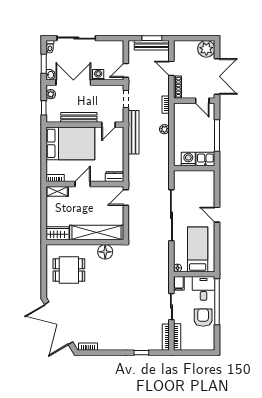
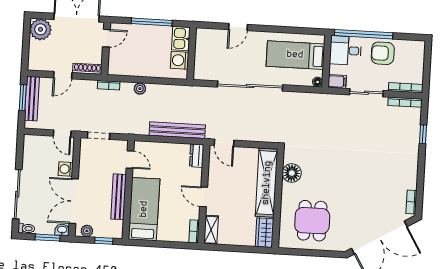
bench: (134, 132) -> (177, 130), moved
bed: (70, 143) -> (144, 209), width x0.67
door: (217, 215) -> (238, 27), moved

